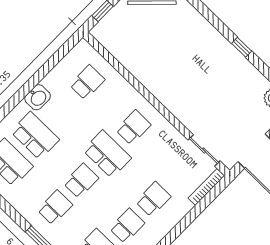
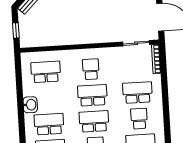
school desk: (87, 82) -> (46, 72), width x1.85
school desk: (81, 181) -> (94, 121), width x1.85
school desk: (153, 199) -> (137, 92), width x1.85

